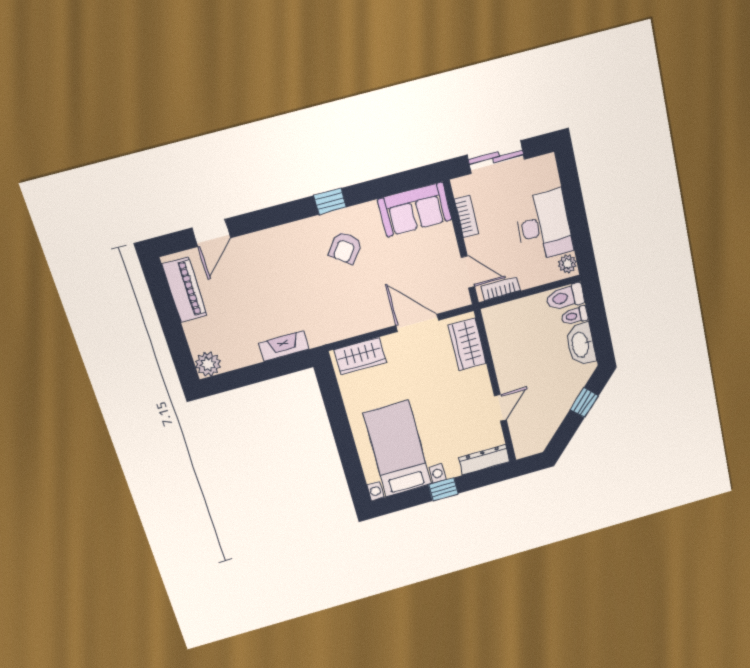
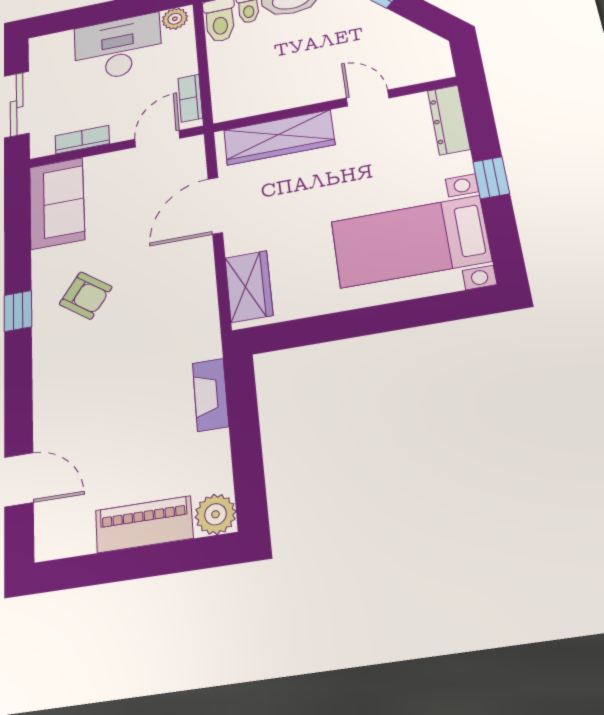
piano: (185, 290) -> (144, 524), moved
wardrobe: (467, 344) -> (279, 137), width x1.50

